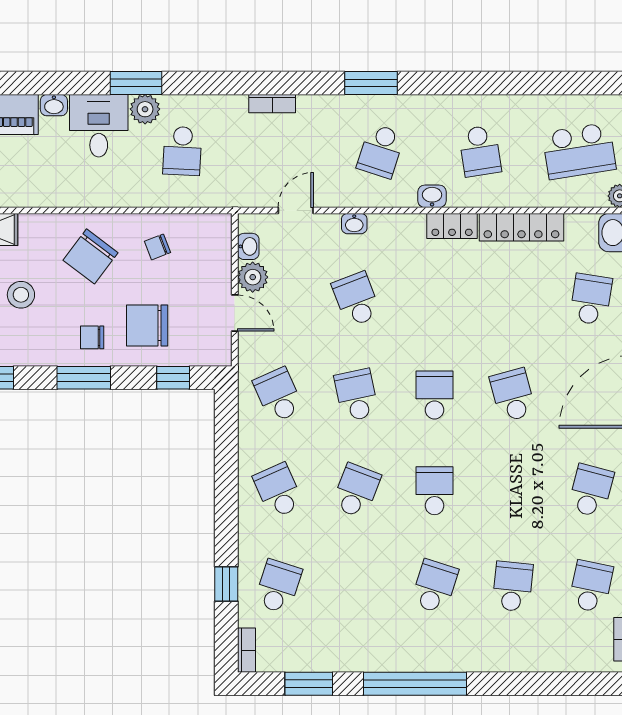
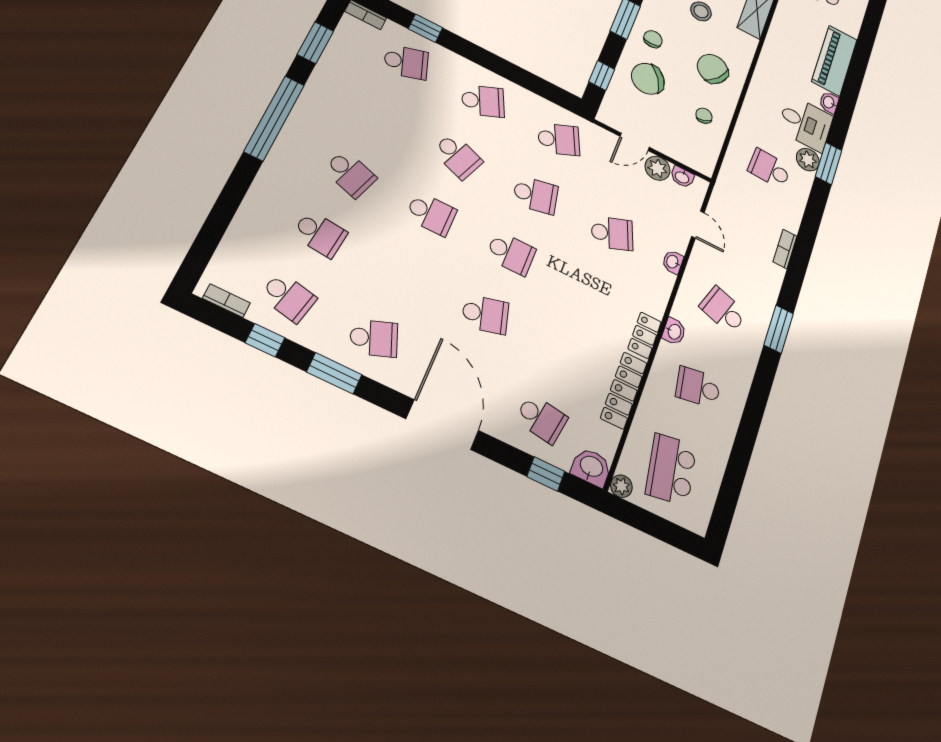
chair: (147, 326) -> (648, 79), turned -121
school desk: (591, 491) -> (374, 338), turned -36
school desk: (278, 586) -> (406, 62), turned -36

